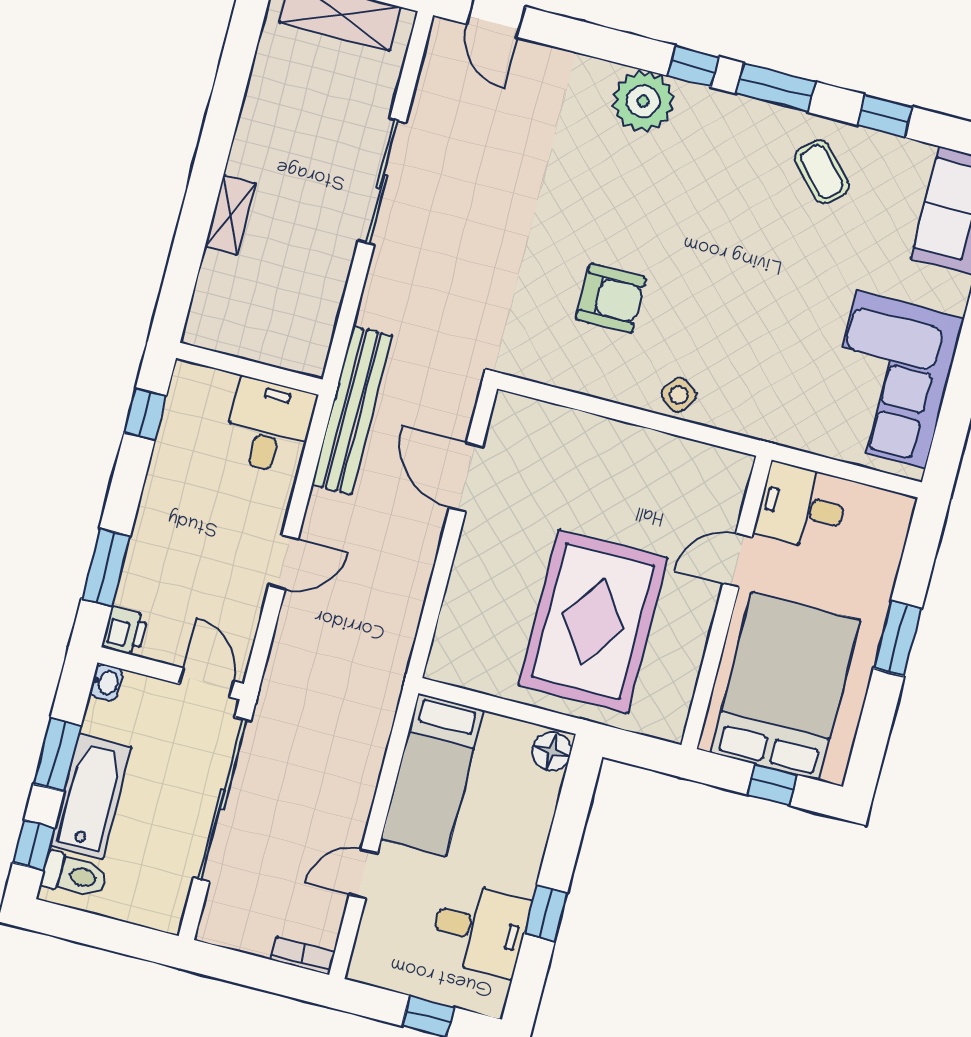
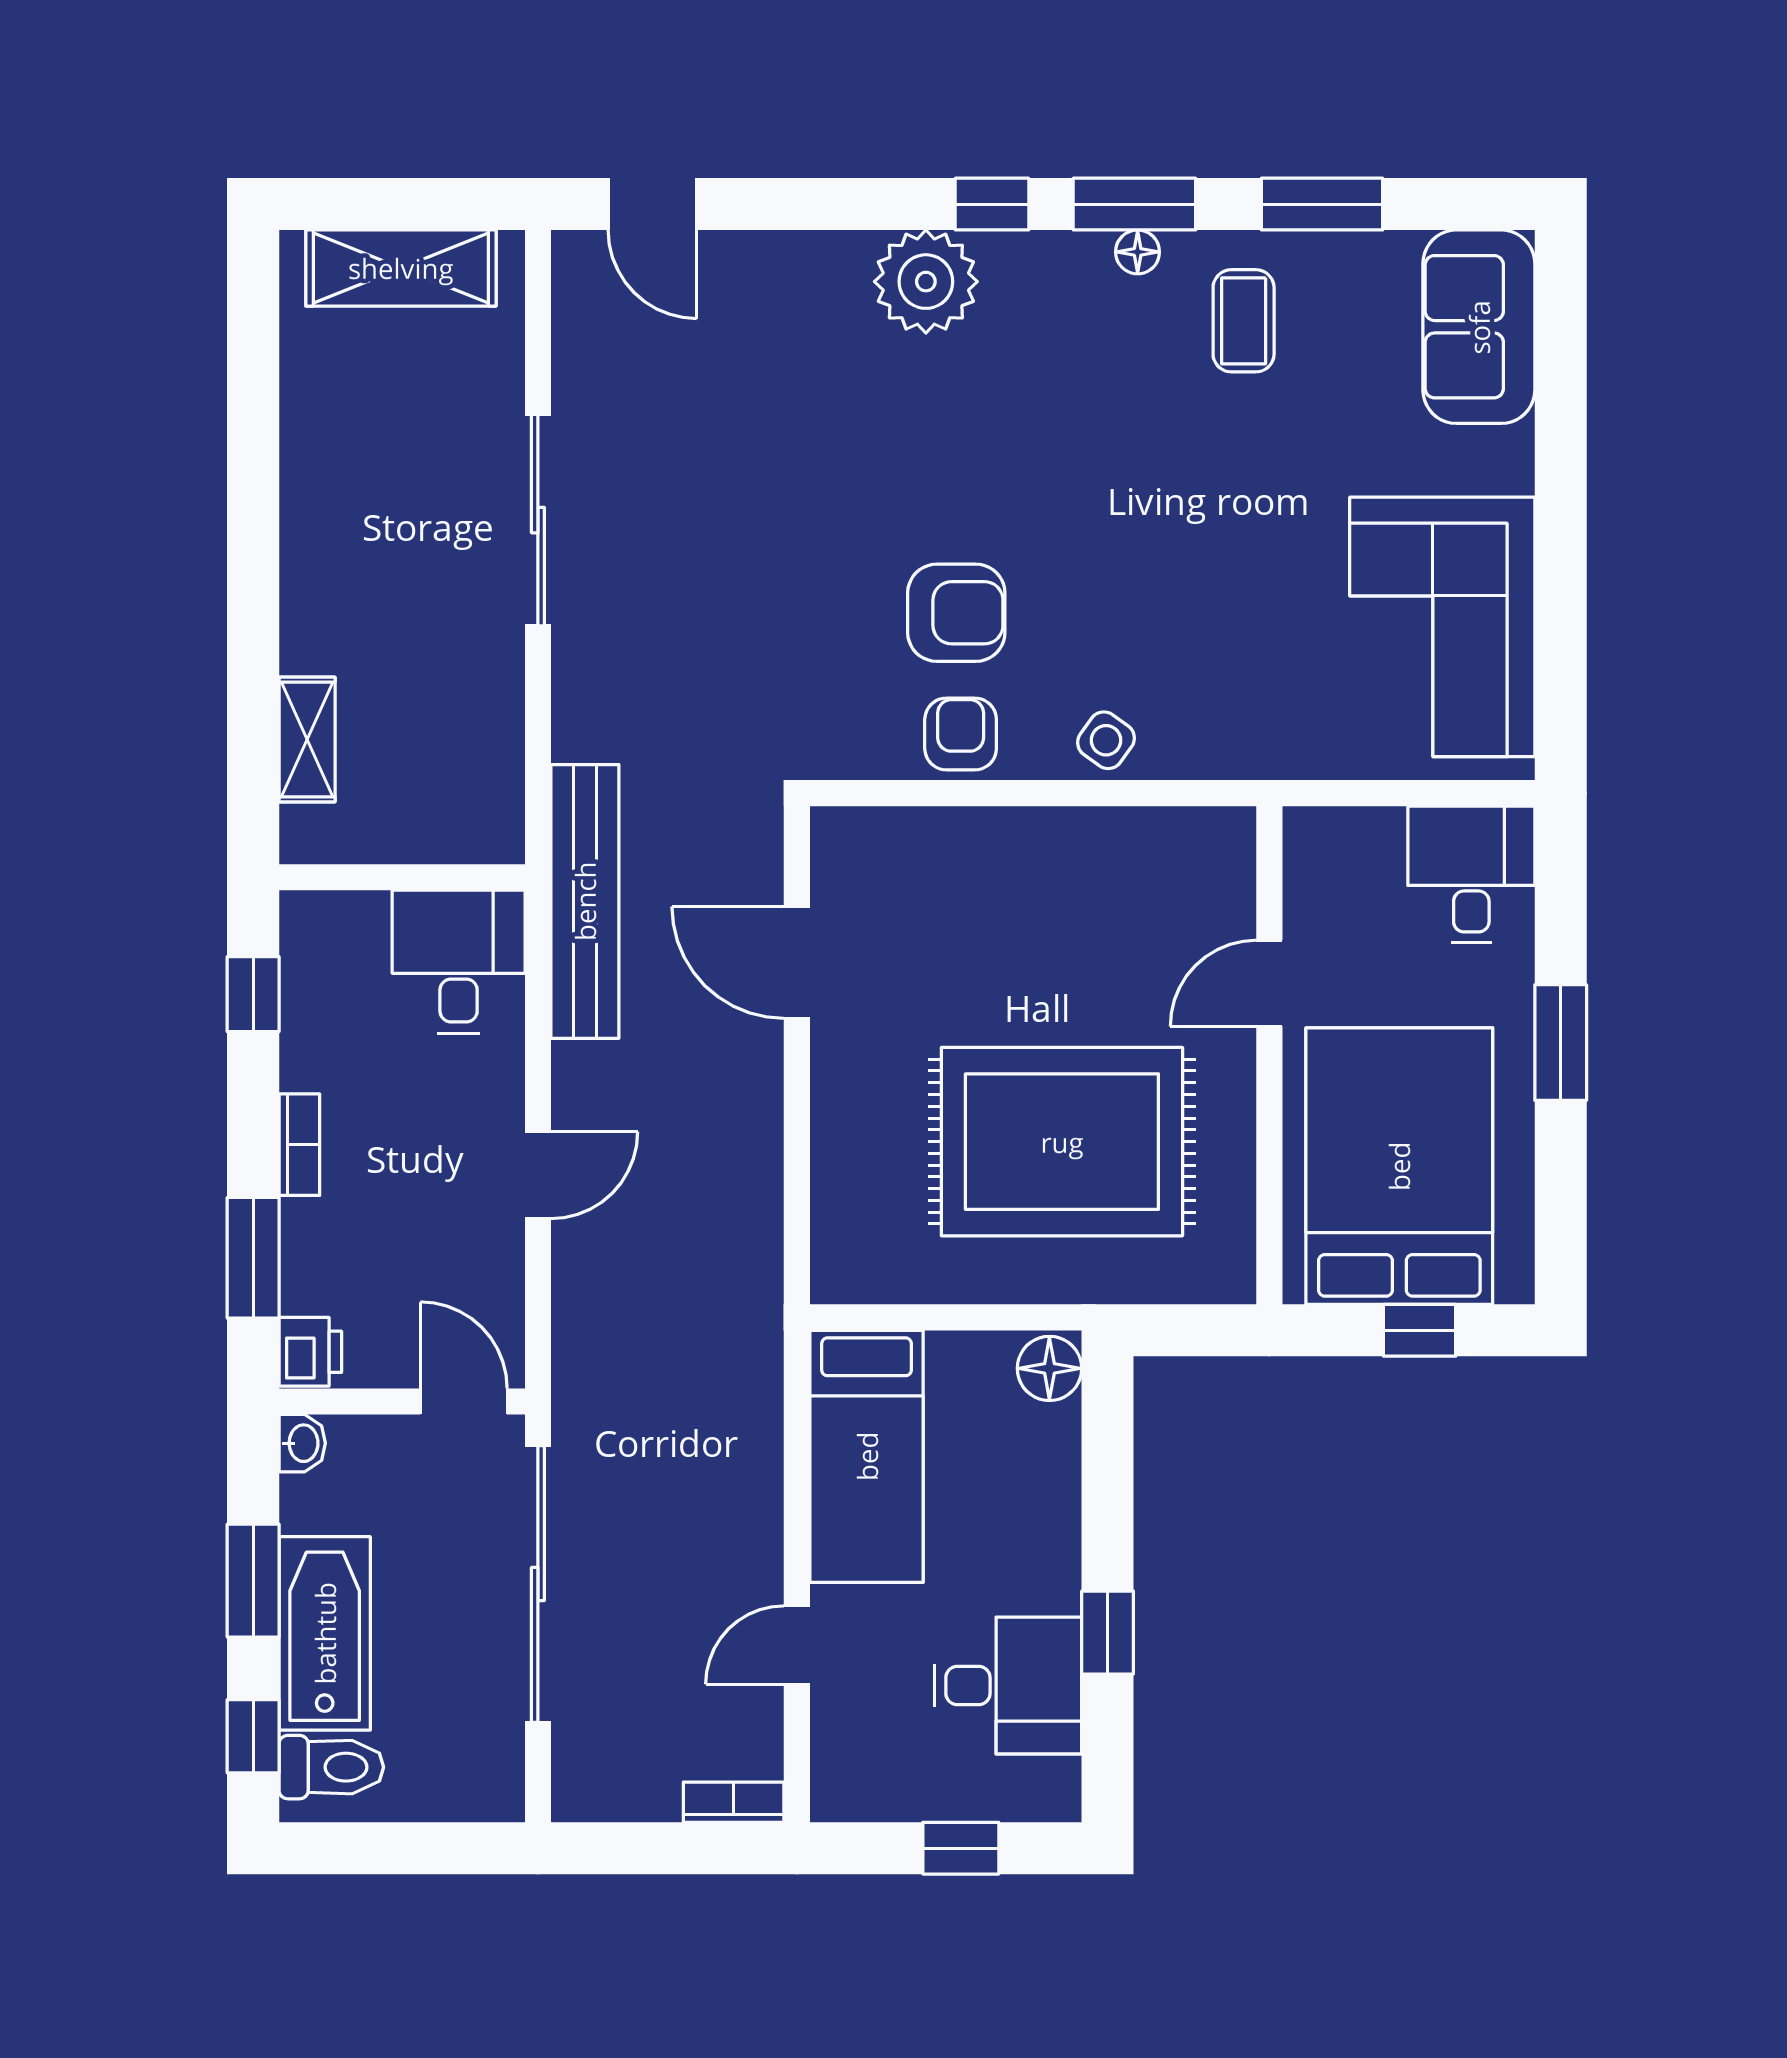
floor lamp: (771, 116) -> (1138, 252), added
window: (885, 116) -> (1322, 204), width x1.50
coffee table: (822, 172) -> (1244, 321), turned 42
shelving: (230, 215) -> (307, 740), moved
armchair: (595, 369) -> (961, 734), added
desk: (802, 507) -> (1471, 874), moved, turned 90
bookcase: (150, 509) -> (299, 1145), added
rug: (593, 621) -> (1062, 1142), turned 90

